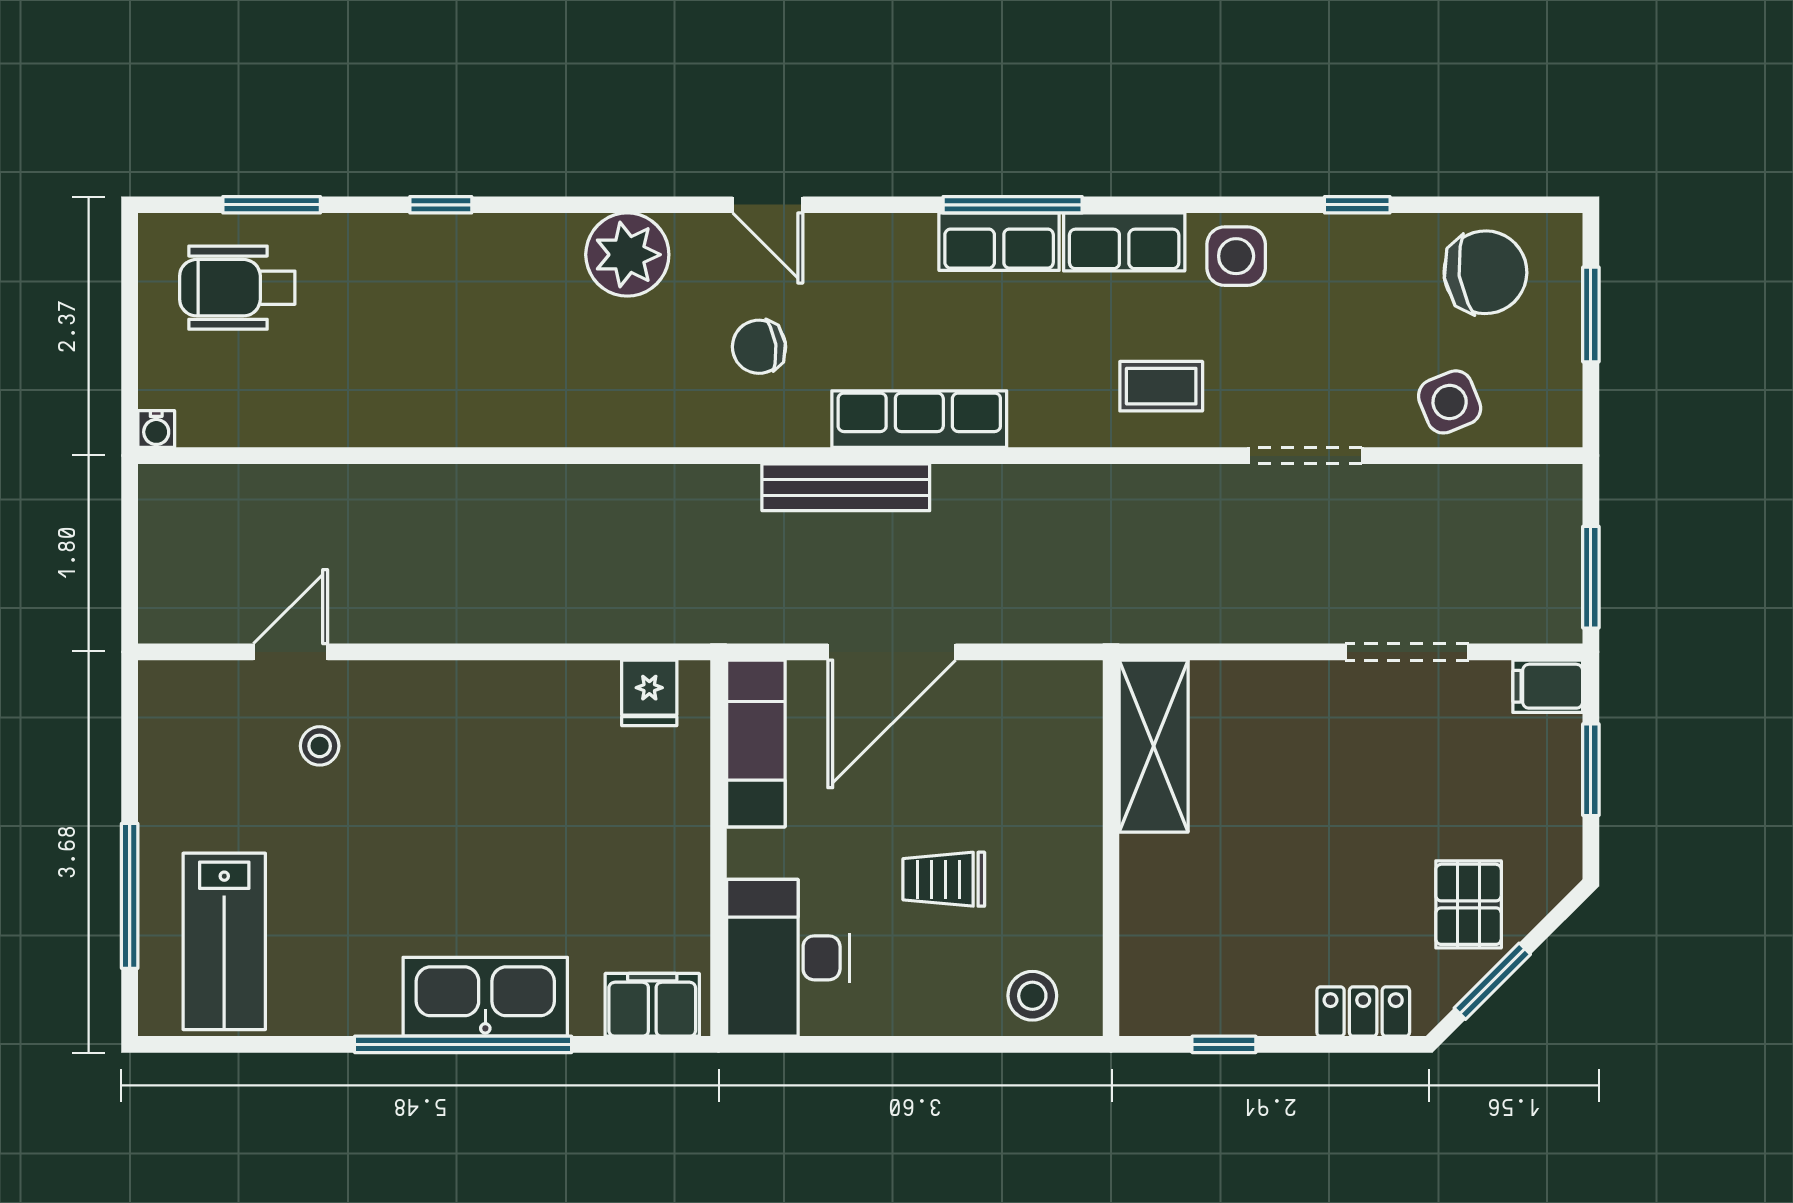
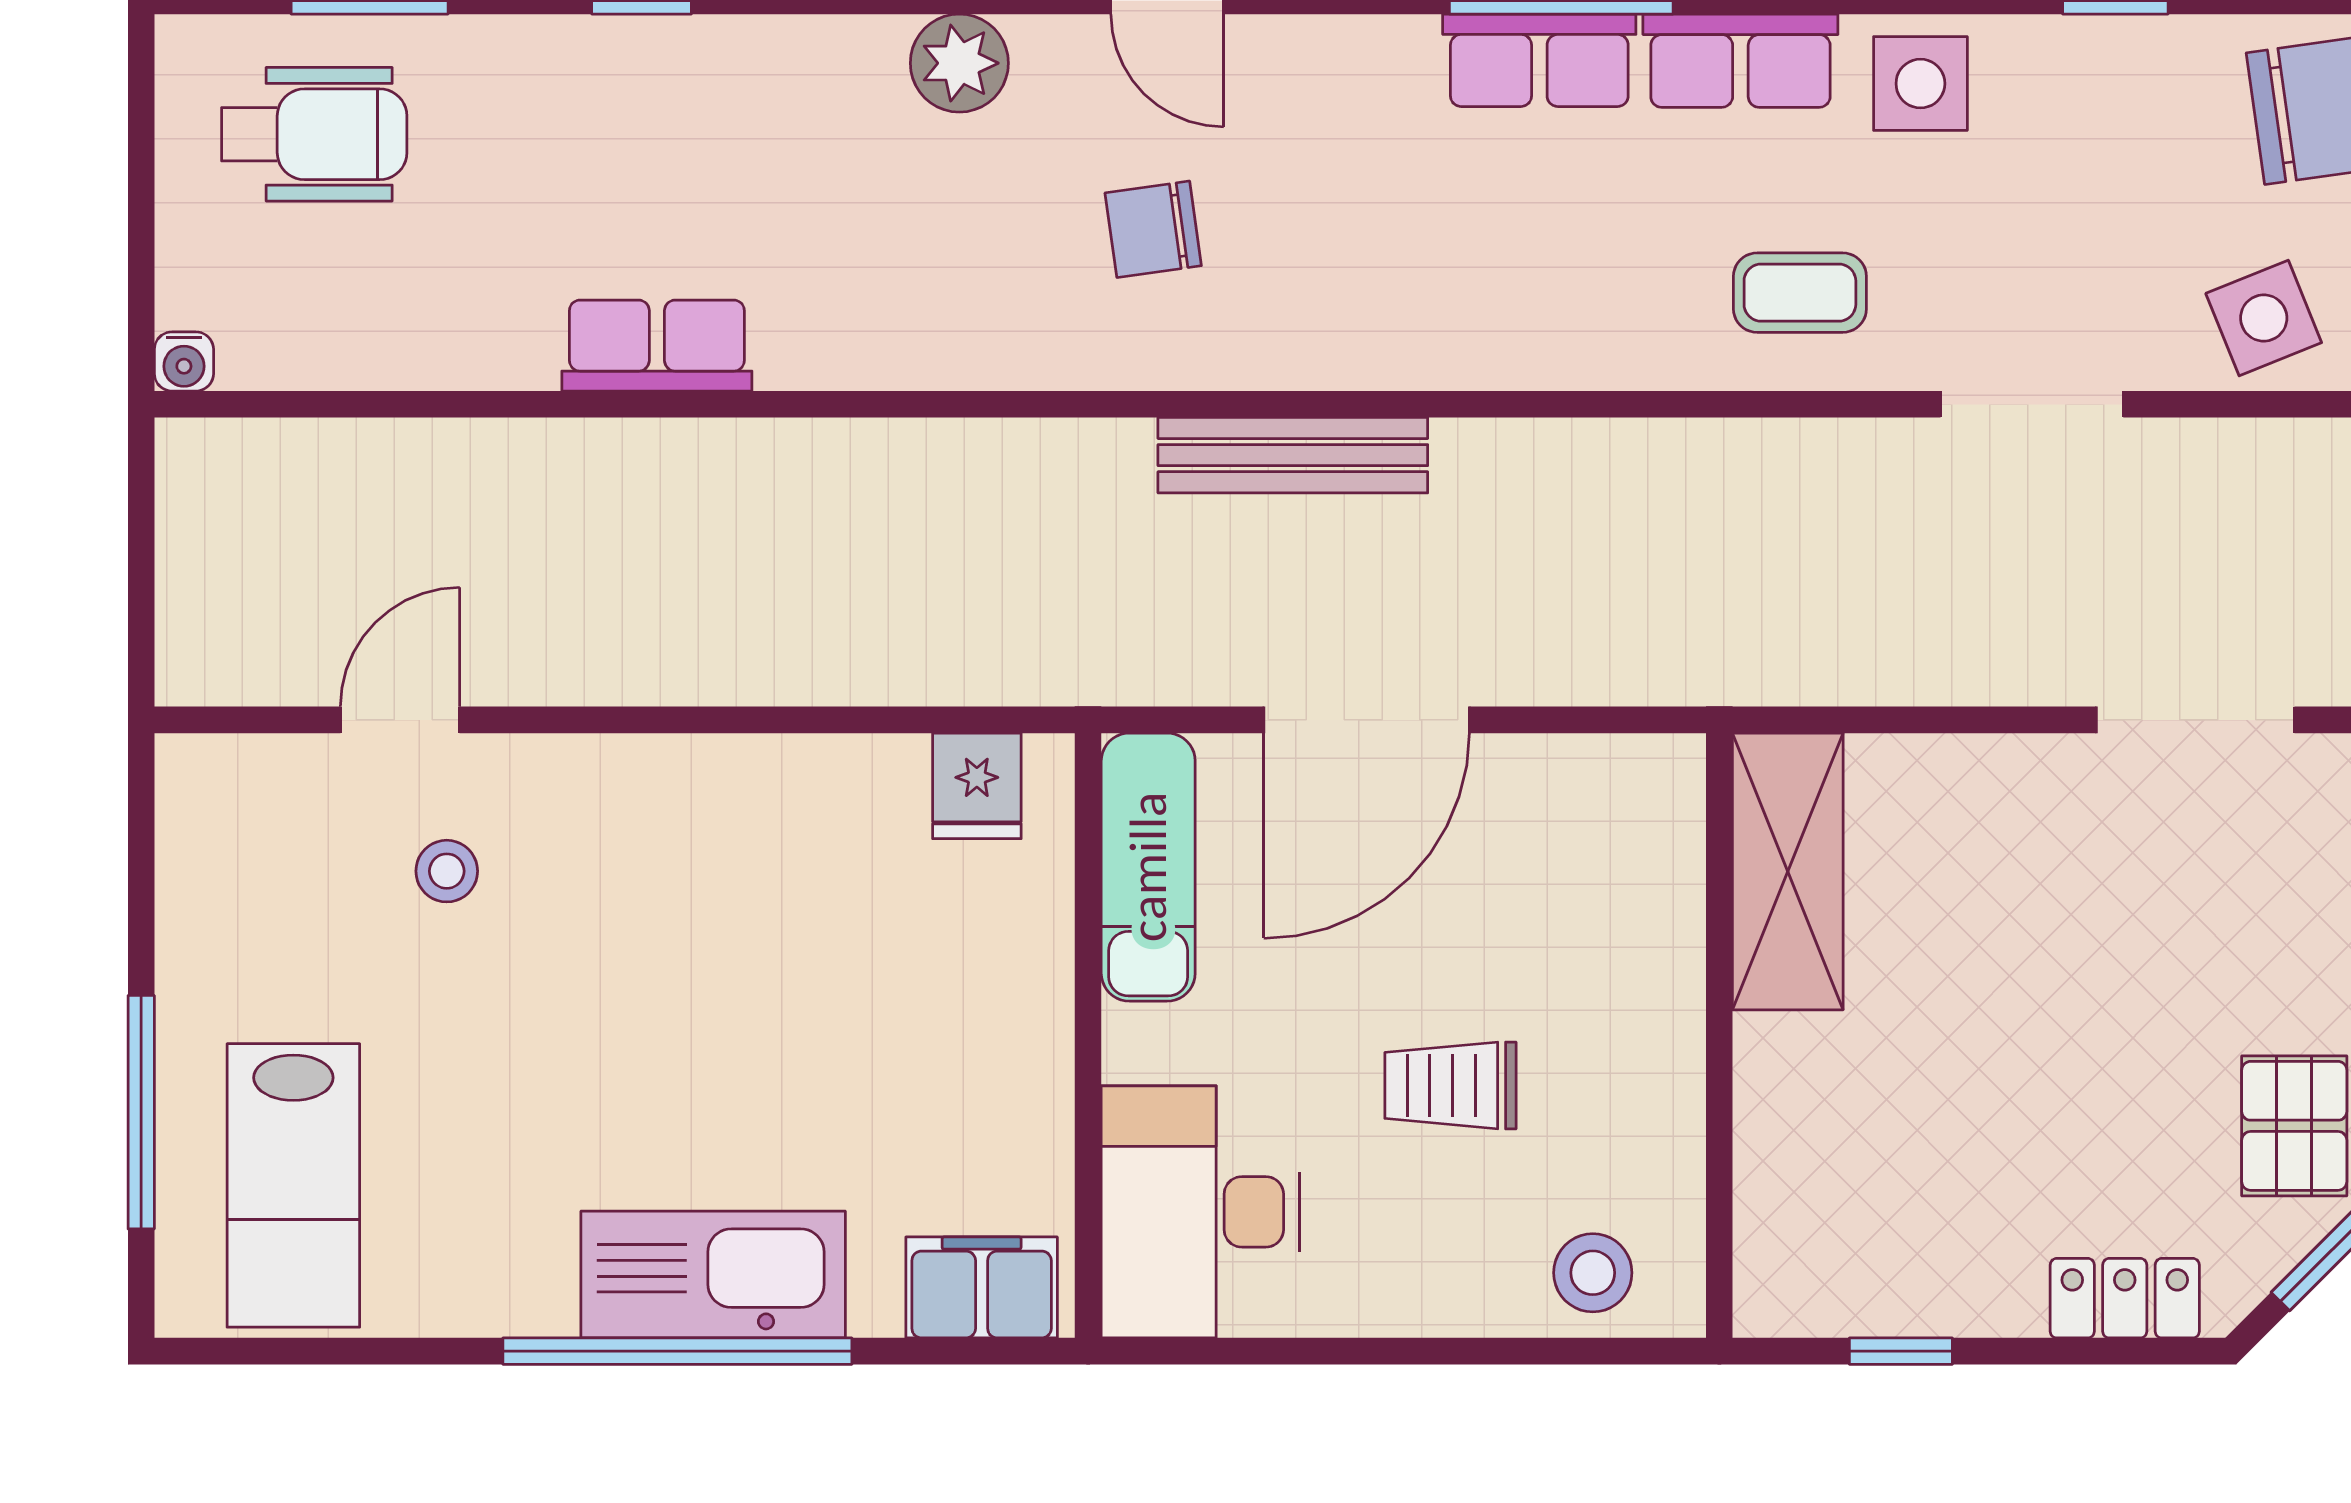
plant: (627, 255) -> (959, 63), width x0.73, depth x0.73
wheelchair: (237, 288) -> (314, 134), turned 180
row of seats: (919, 419) -> (657, 346), moved, width x0.68

